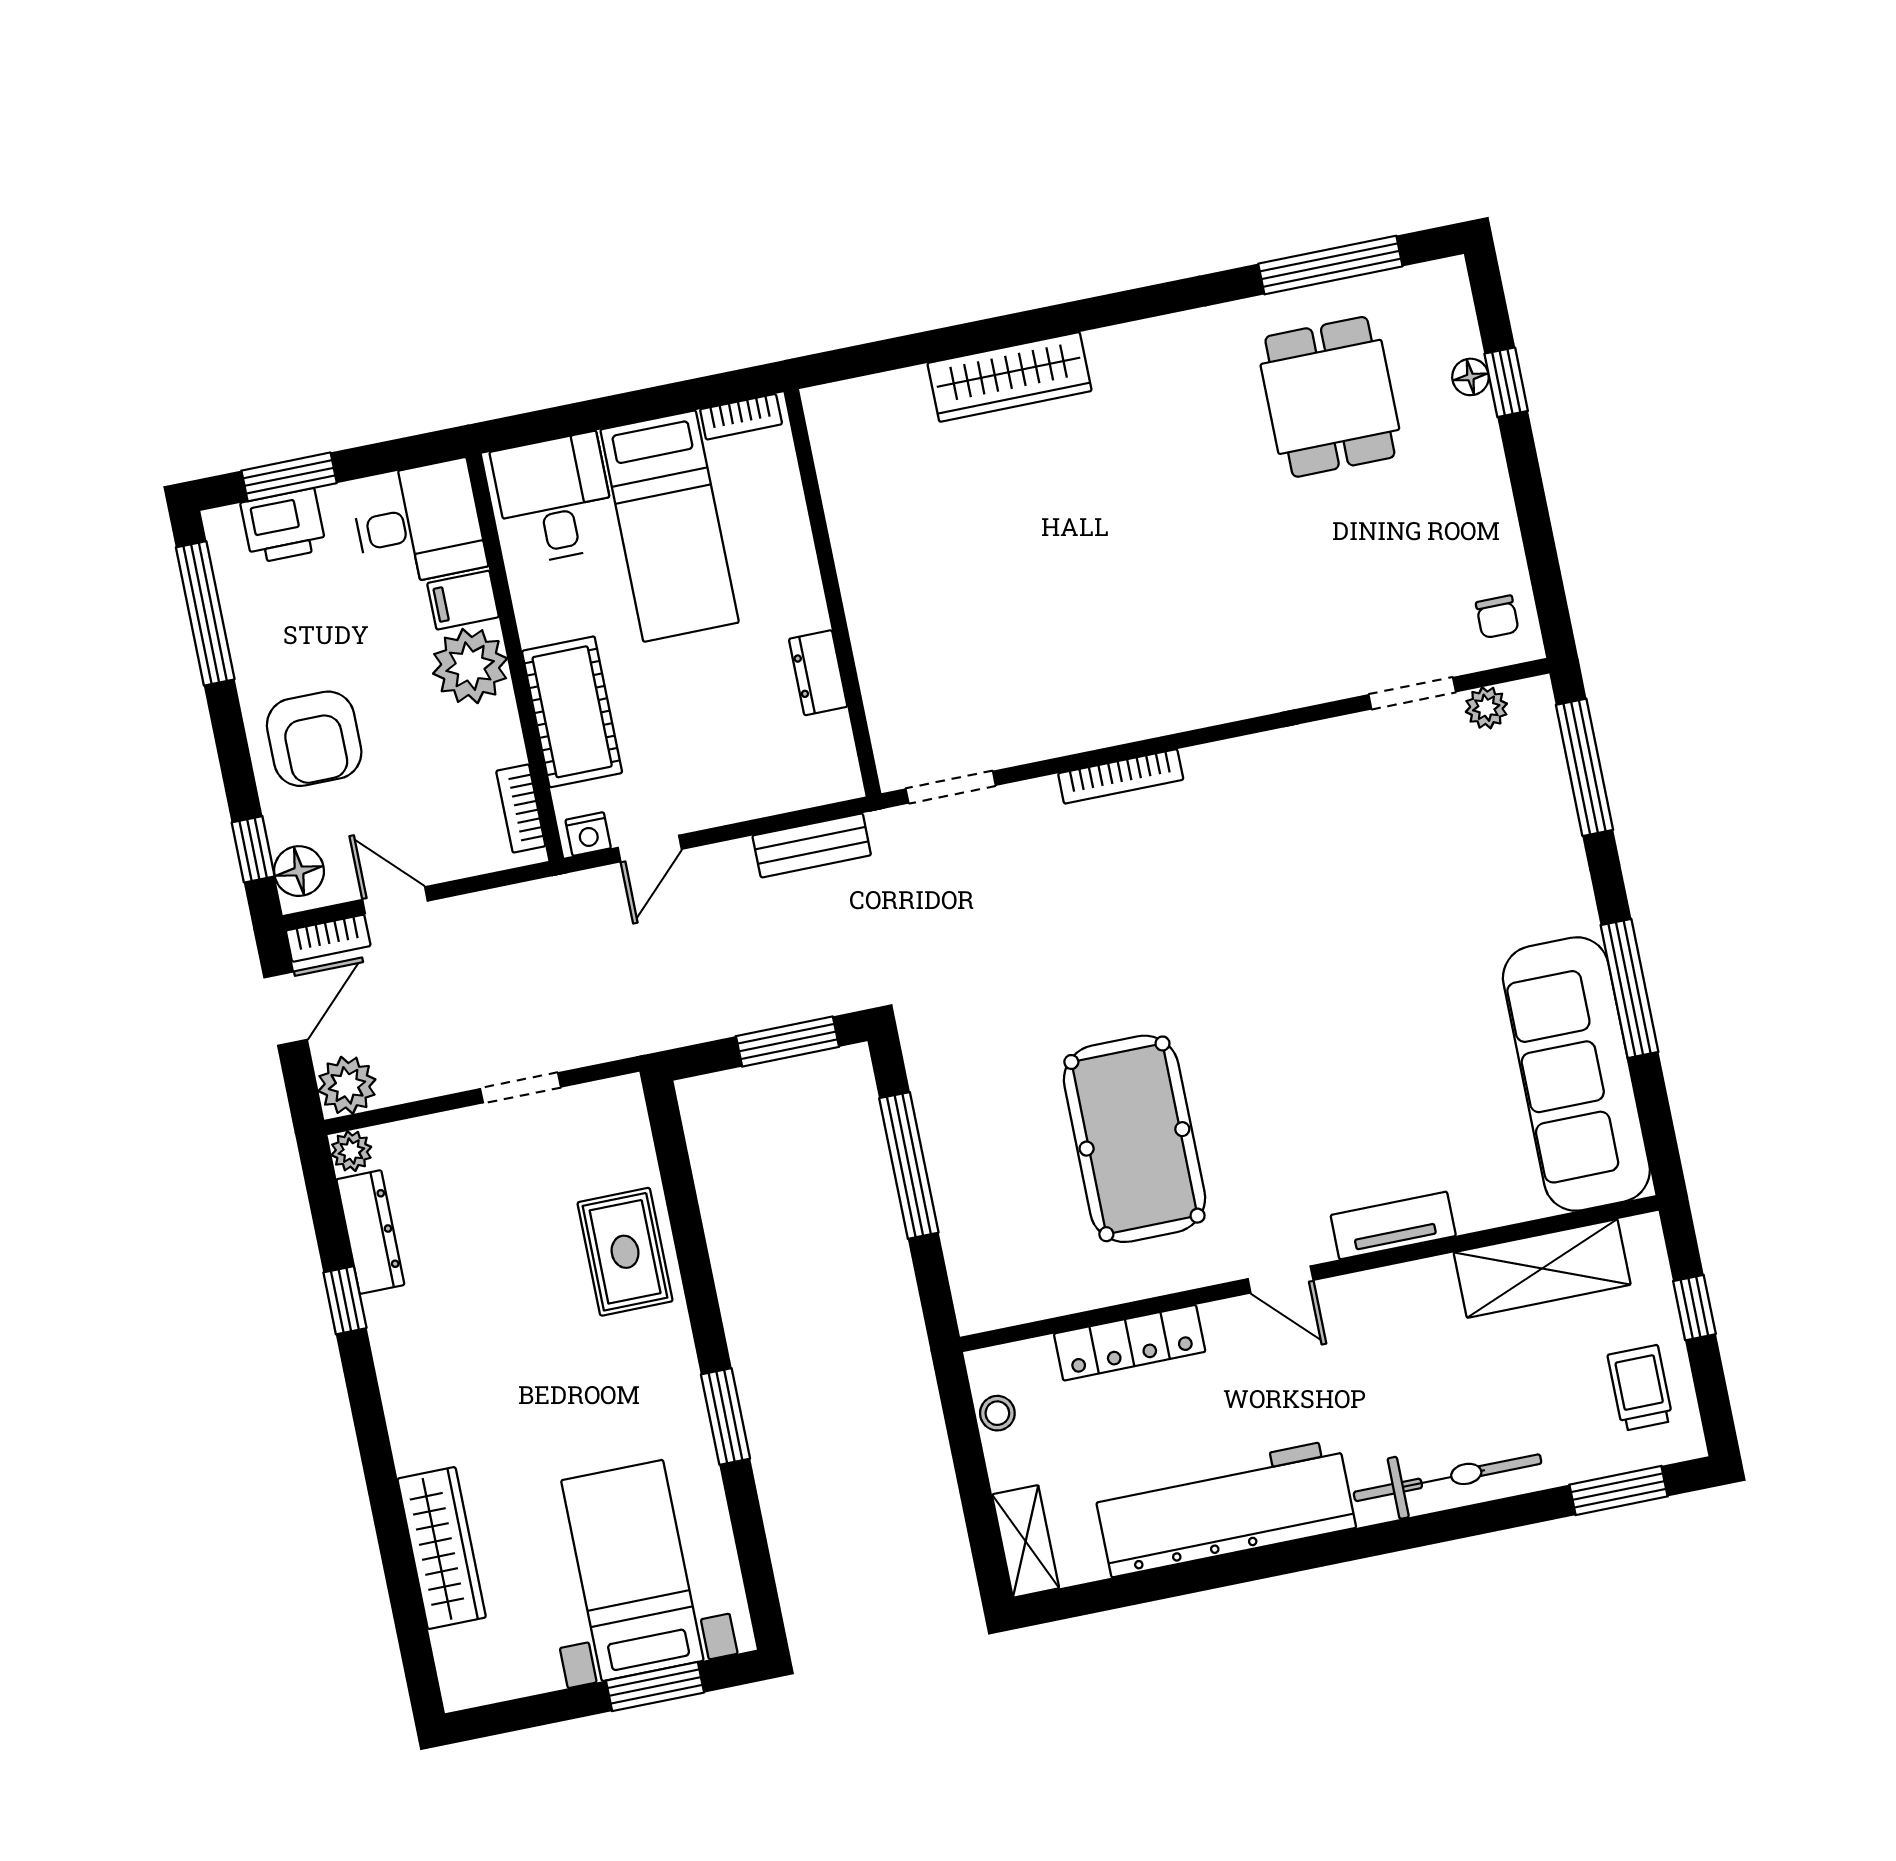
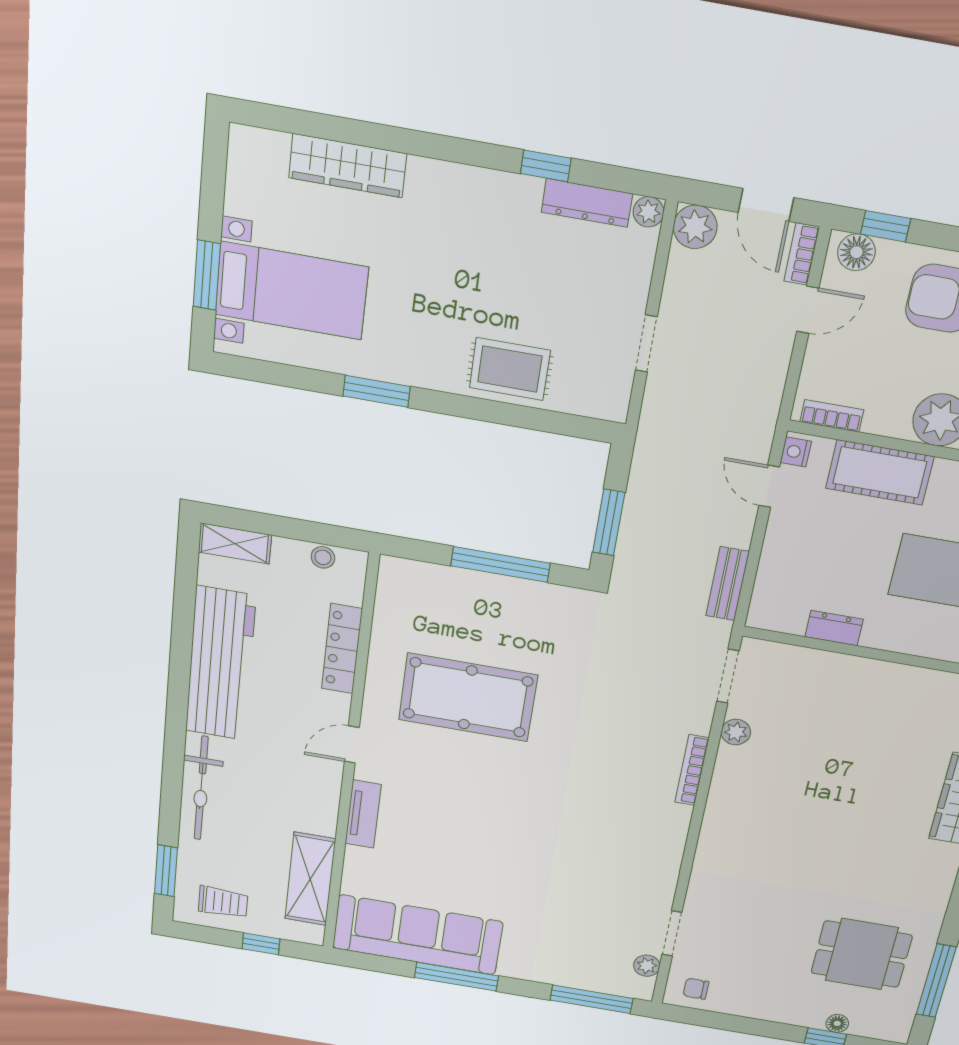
plant: (1034, 740) -> (736, 732), added

